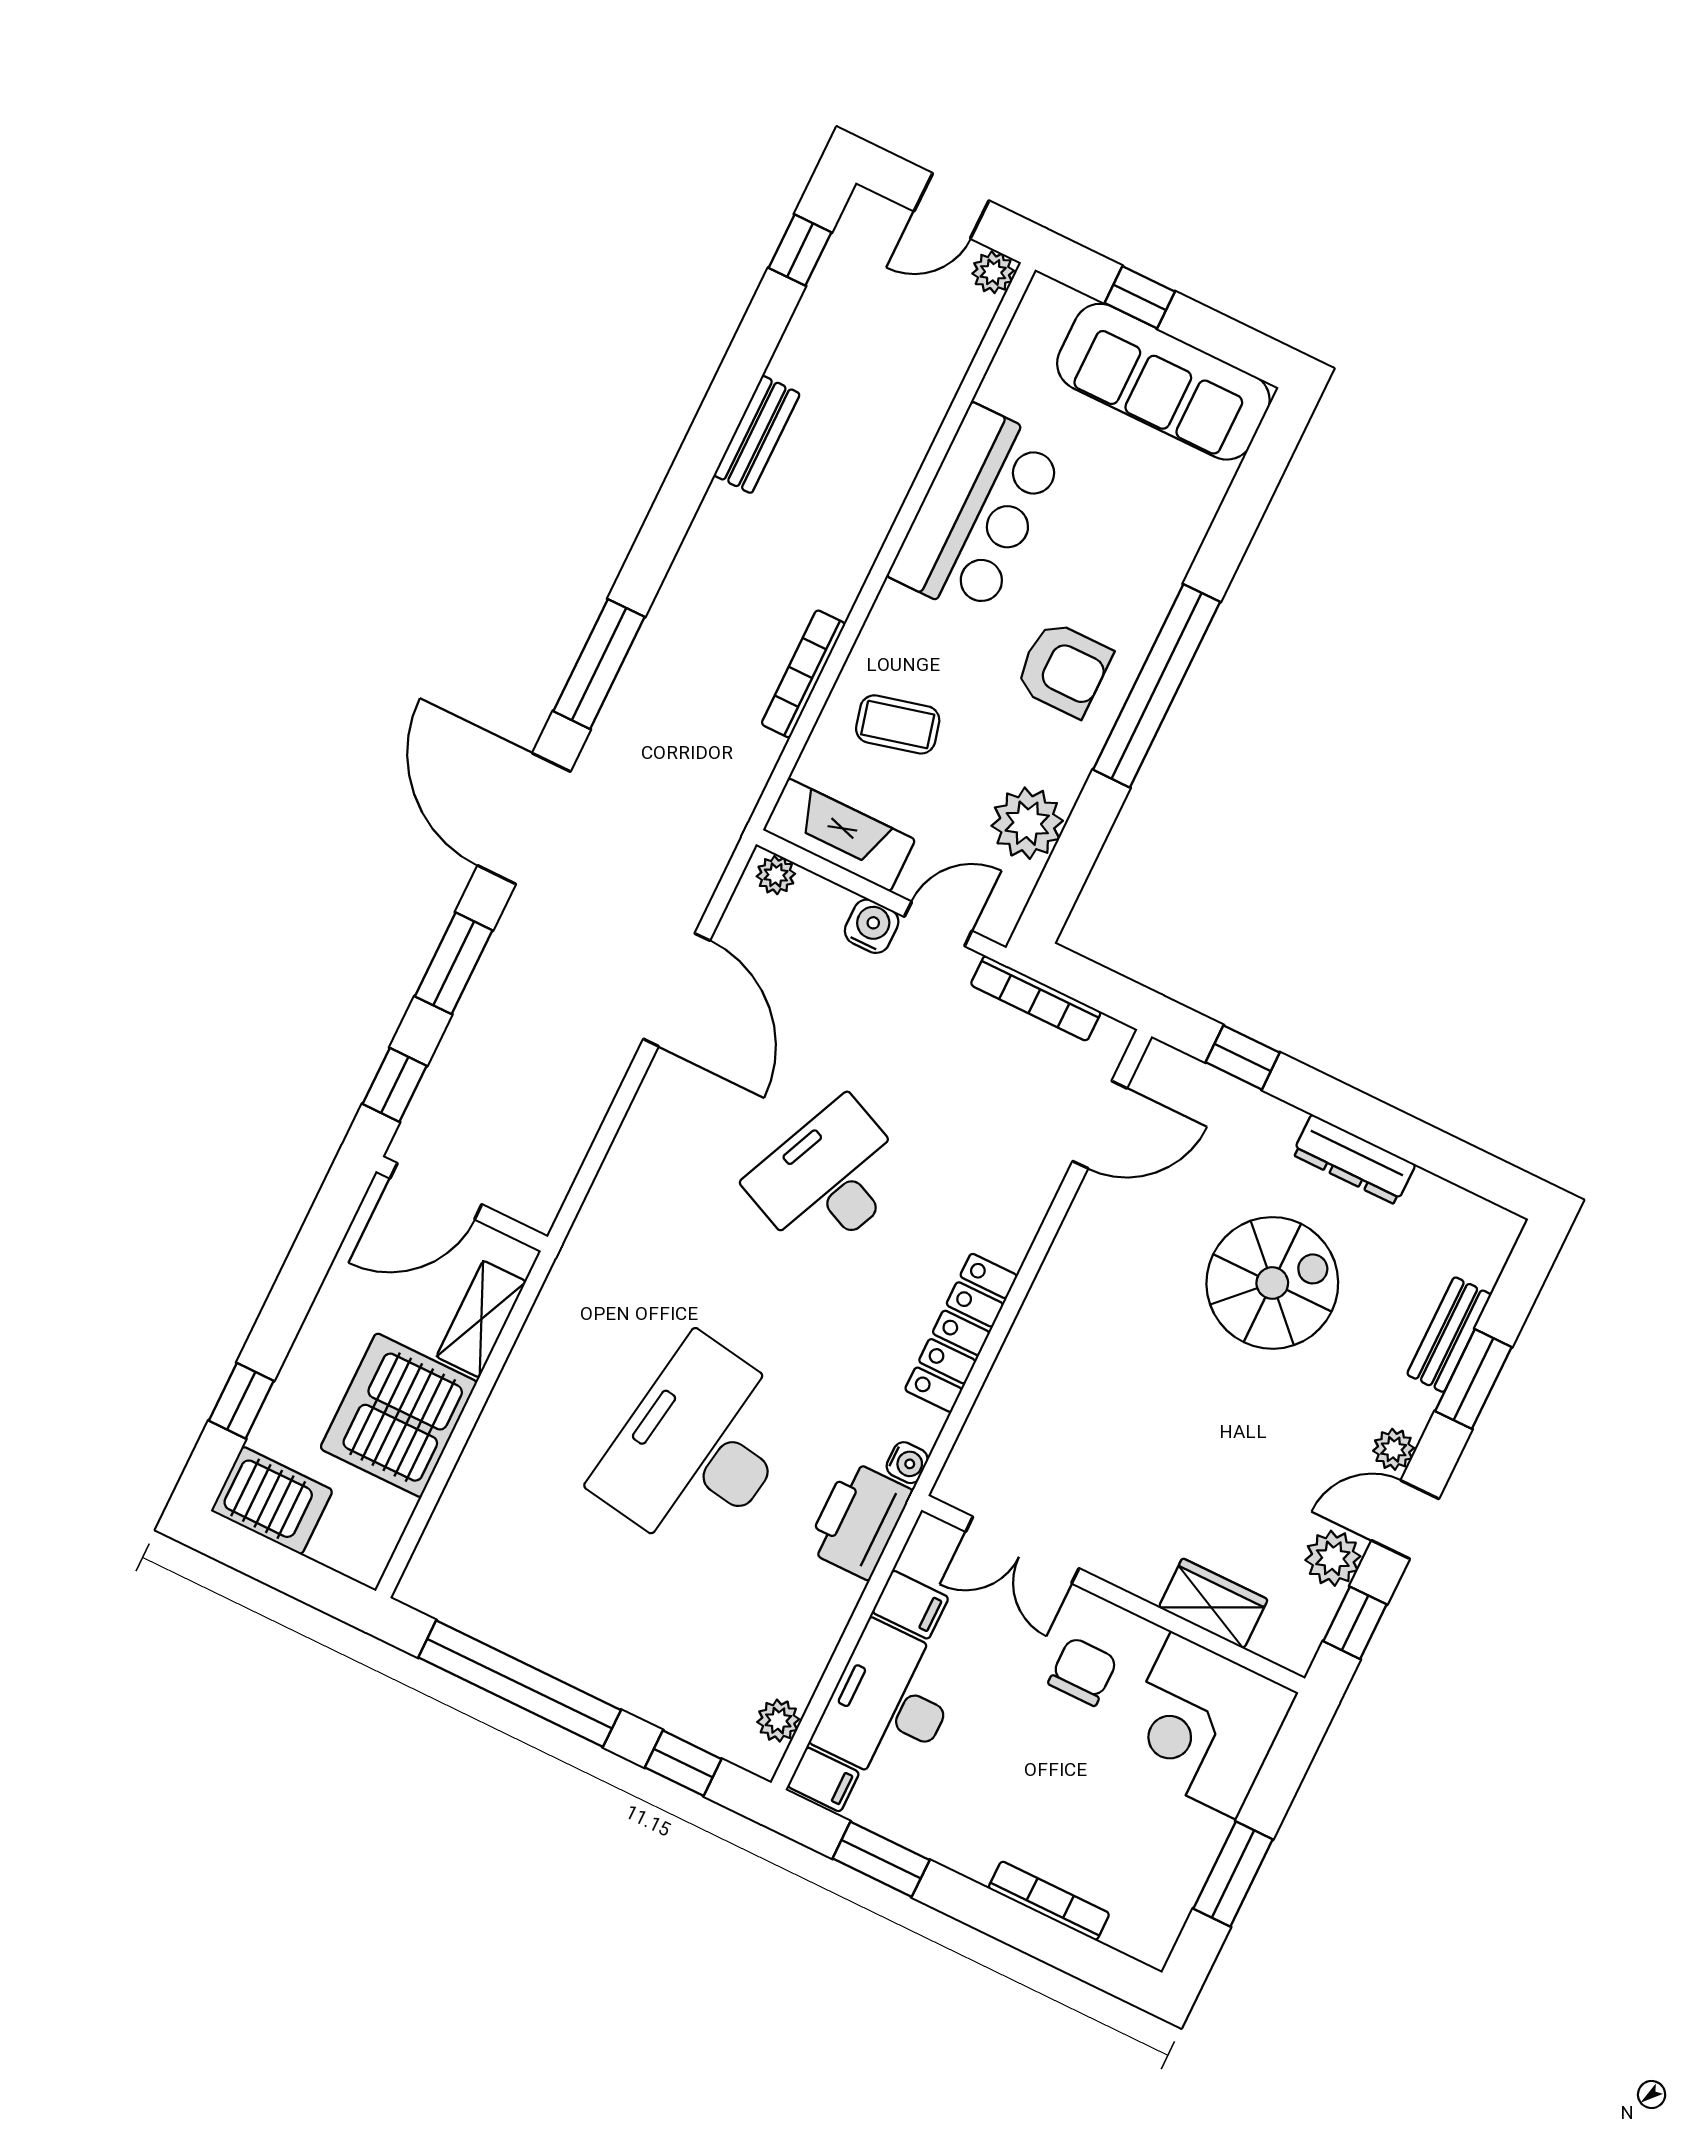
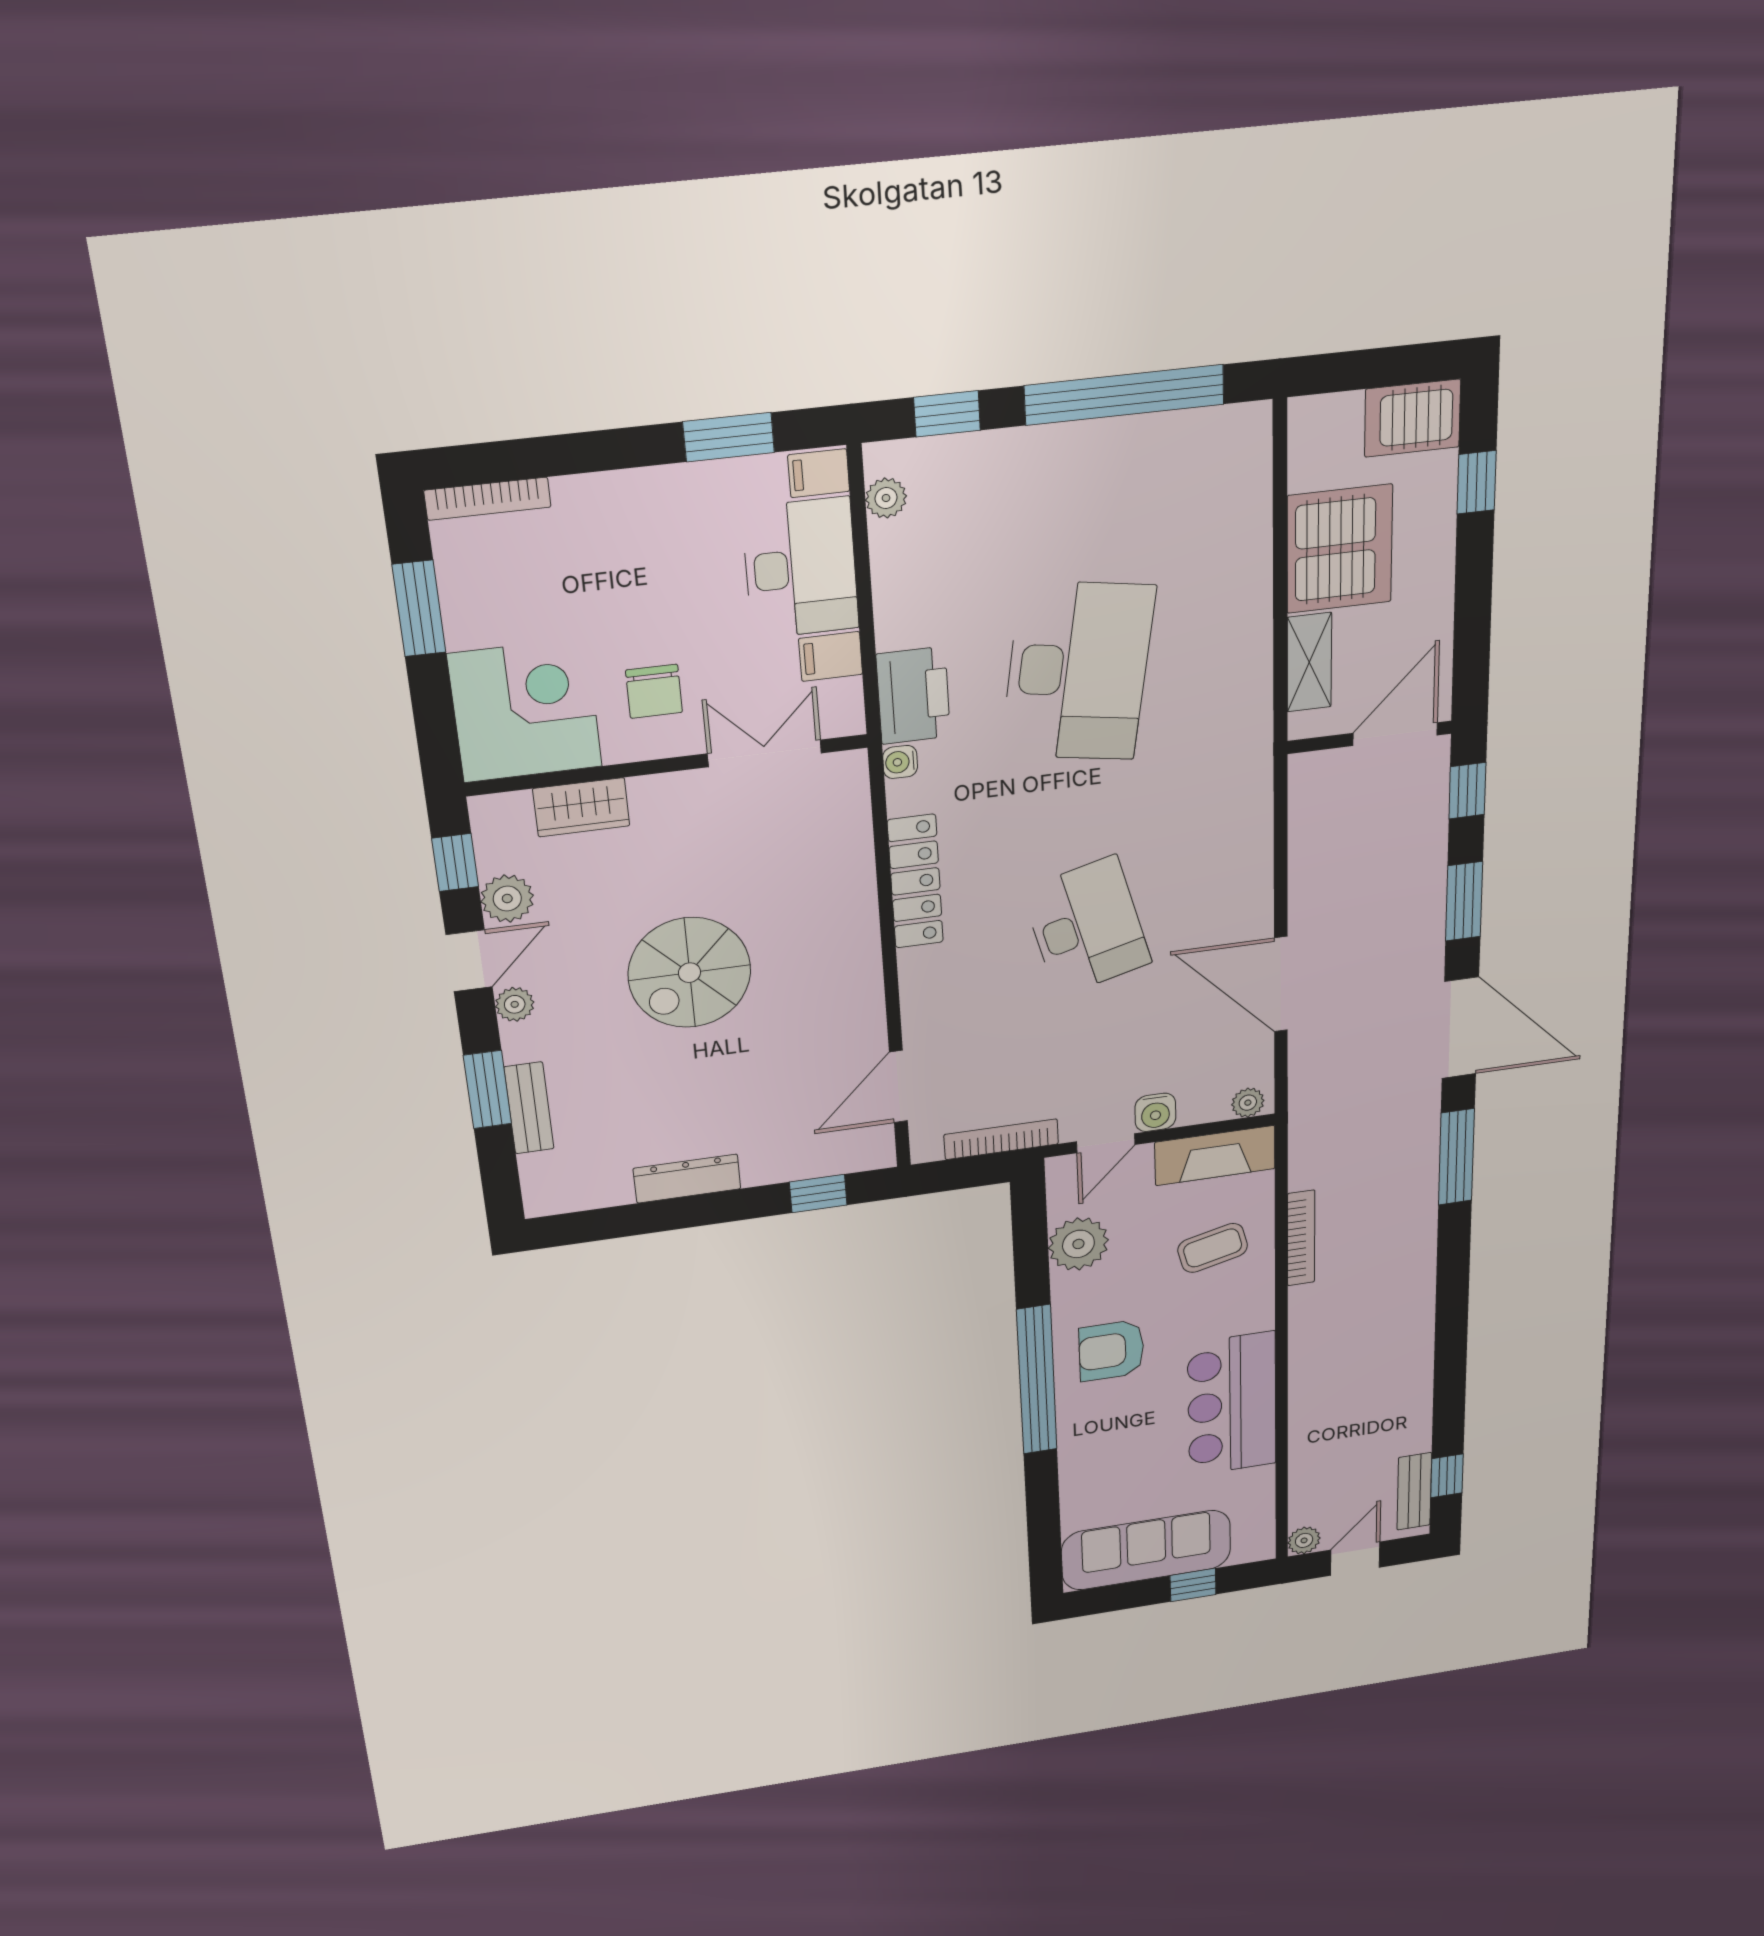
bench: (757, 434) -> (1414, 1491), moved
desk: (829, 1179) -> (1087, 927), turned -39
spiral stairs: (1272, 1283) -> (690, 973), moved
bookcase: (1049, 1901) -> (488, 499), moved

